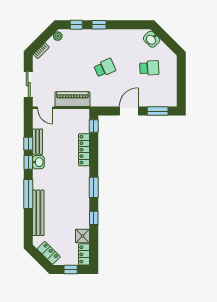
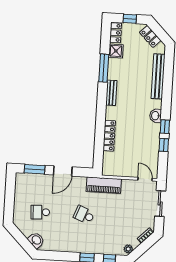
school desk: (105, 68) -> (84, 215), turned 45
piano: (73, 99) -> (104, 185), moved
window: (94, 126) -> (98, 158), removed
bench: (37, 142) -> (111, 93), moved
washbasin: (38, 162) -> (156, 116), moved
window: (94, 187) -> (102, 98), removed
window: (28, 194) -> (167, 96), removed
window: (94, 218) -> (104, 68), width x2.17

